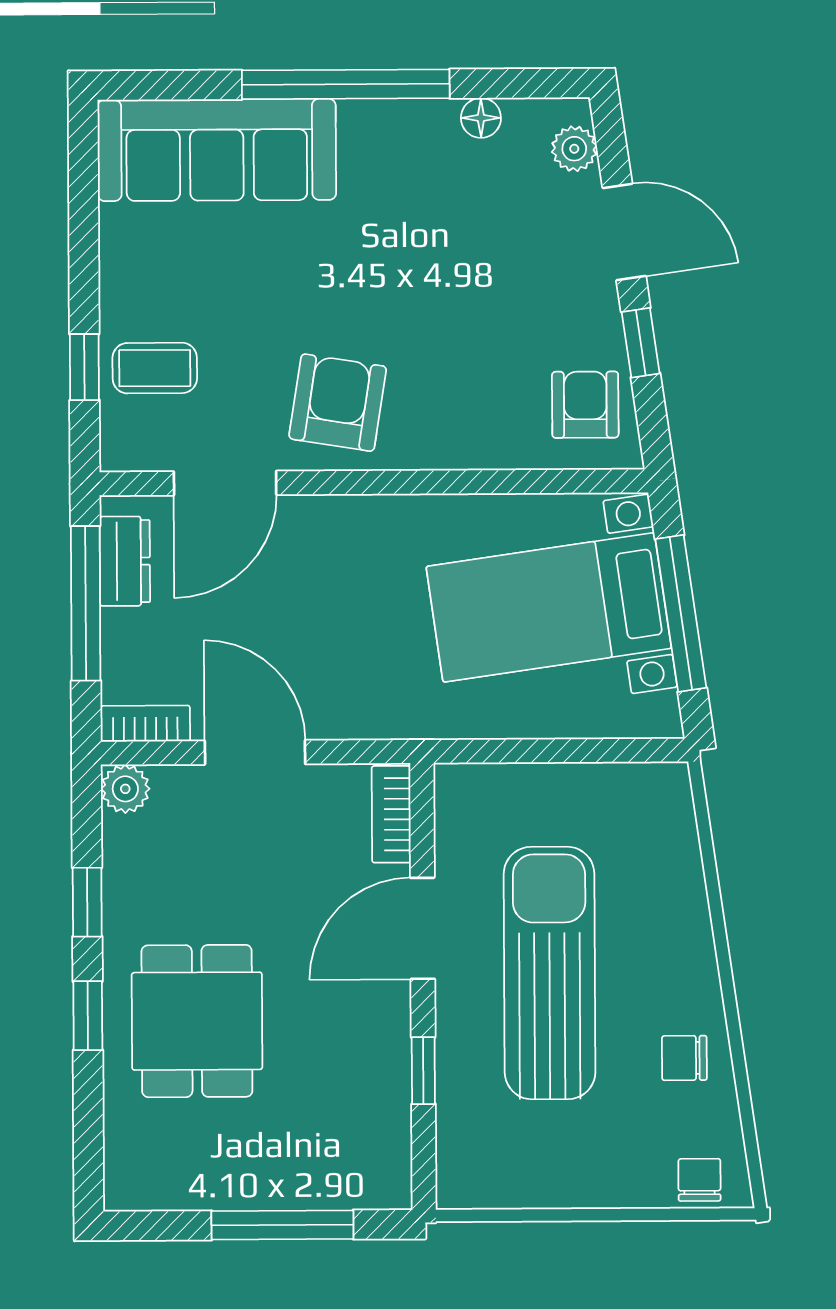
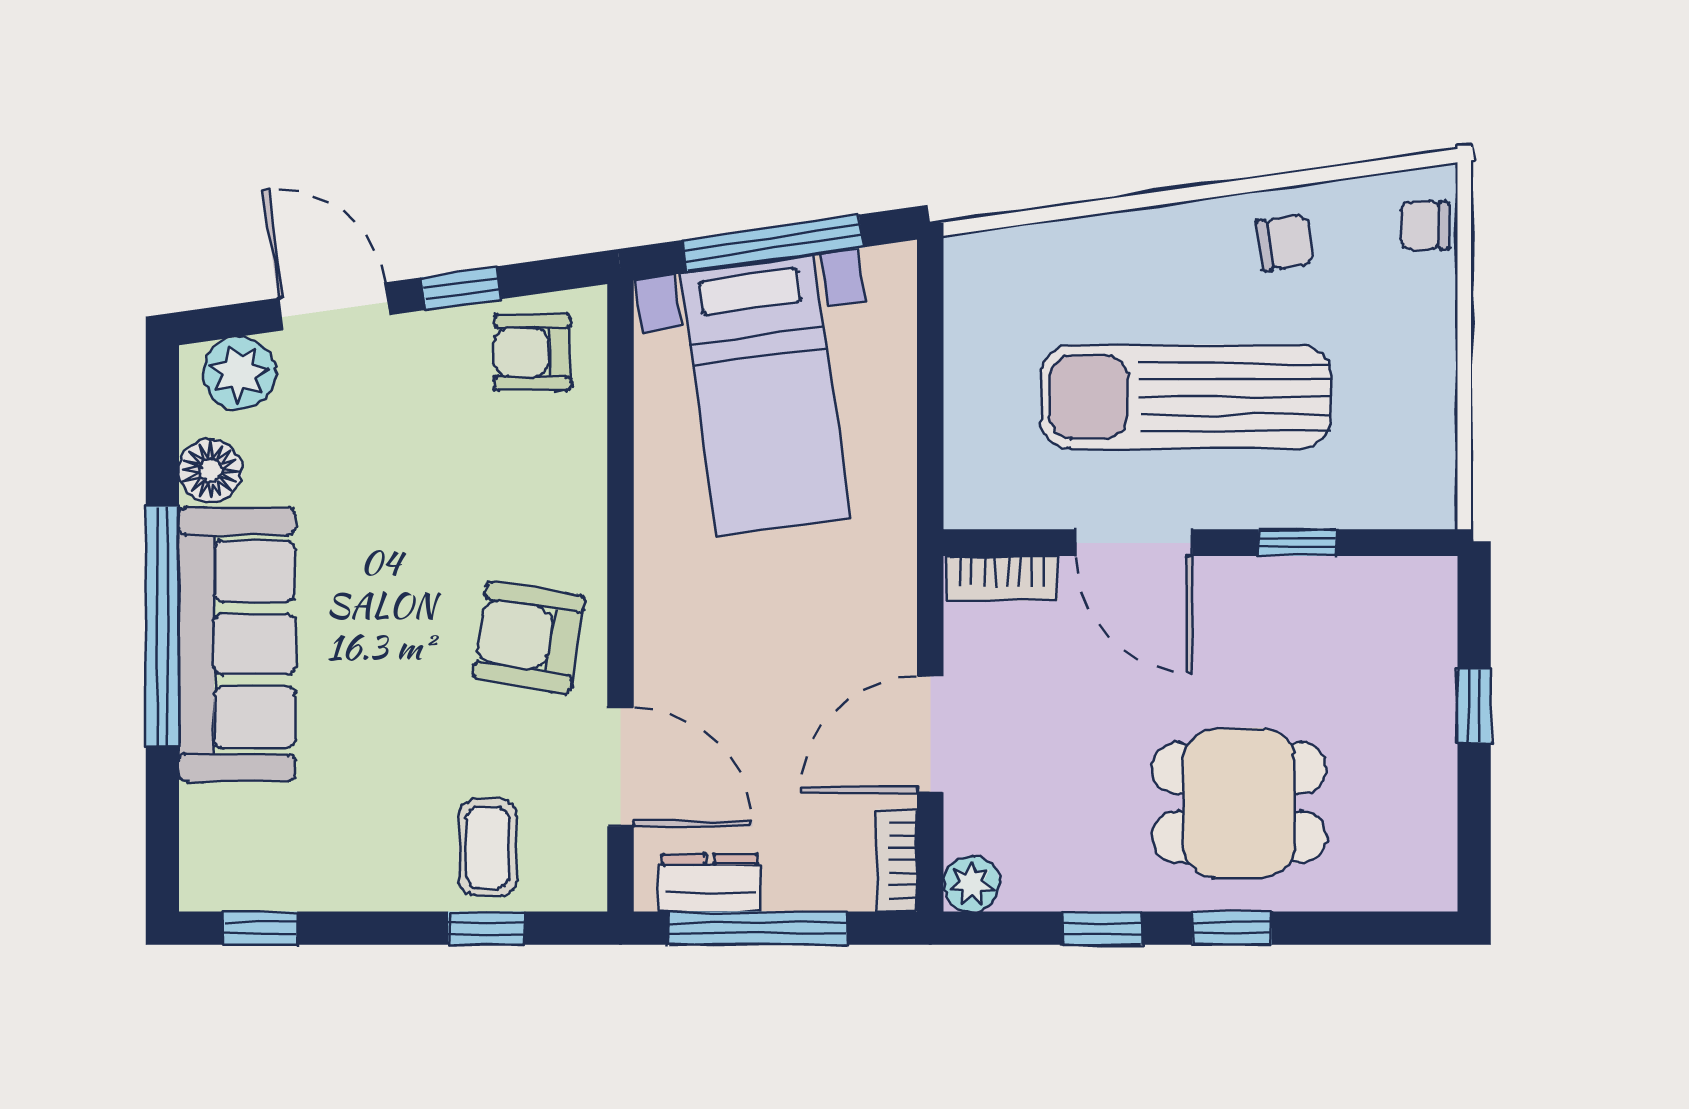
floor lamp: (481, 118) -> (210, 471), width x1.37, depth x1.37
plant: (574, 149) -> (239, 373), width x1.38, depth x1.38
sofa: (217, 150) -> (237, 644), moved
window: (83, 171) -> (260, 928), added
door: (624, 232) -> (334, 306), hinge flipped
chair: (684, 1058) -> (1284, 242), turned -99
window: (282, 1225) -> (1474, 706), width x0.46

